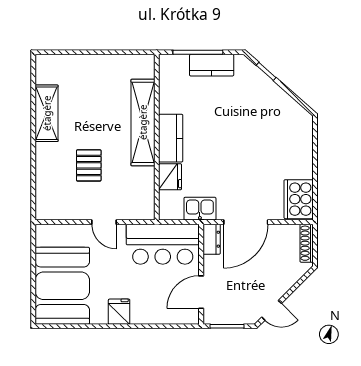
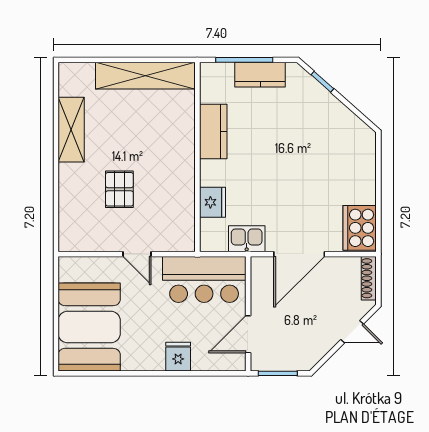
shelving: (143, 122) -> (145, 76), moved, turned 90
kitchen counter: (171, 138) -> (213, 132), moved
dresser: (212, 239) -> (260, 274), removed
door: (272, 310) -> (352, 332), moved
fridge: (119, 312) -> (178, 357), moved

